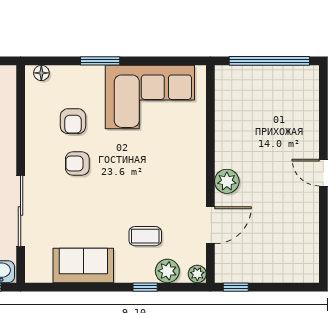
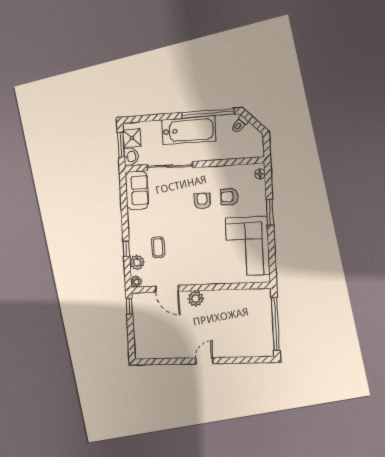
sofa: (83, 265) -> (137, 190), moved

